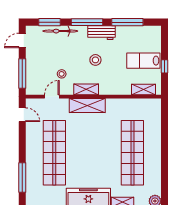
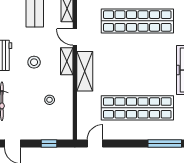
window: (22, 73) -> (49, 144), width x0.46
shelving: (86, 89) -> (67, 61), moved
door: (52, 97) -> (75, 37), moved

